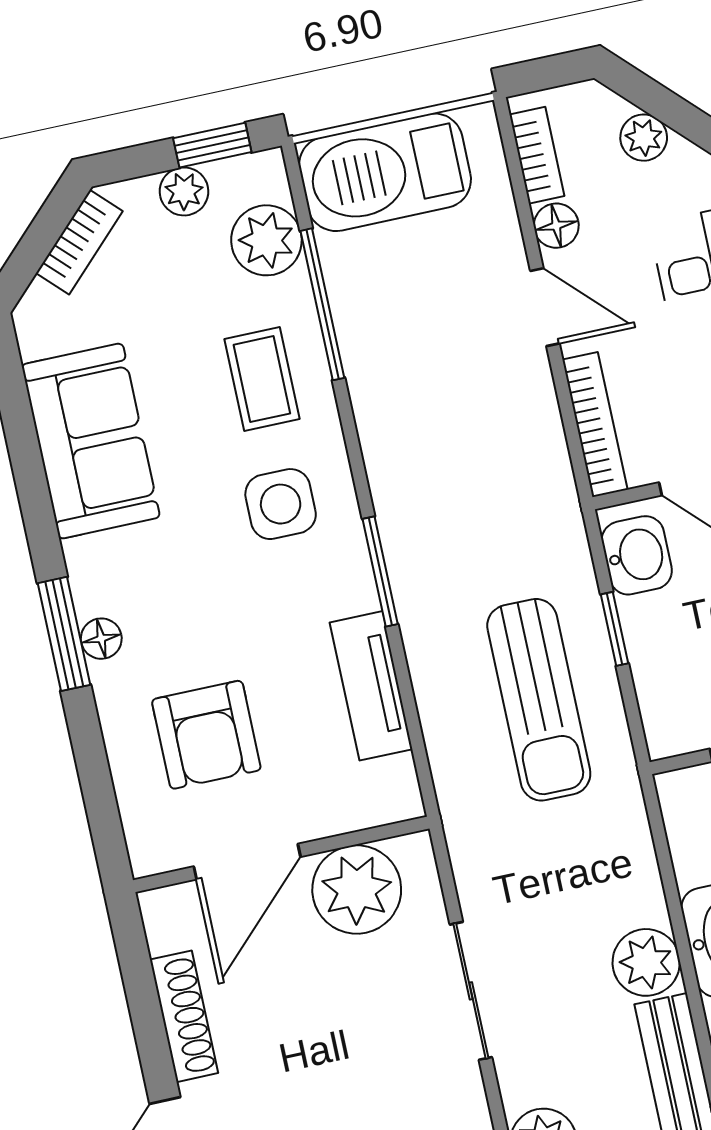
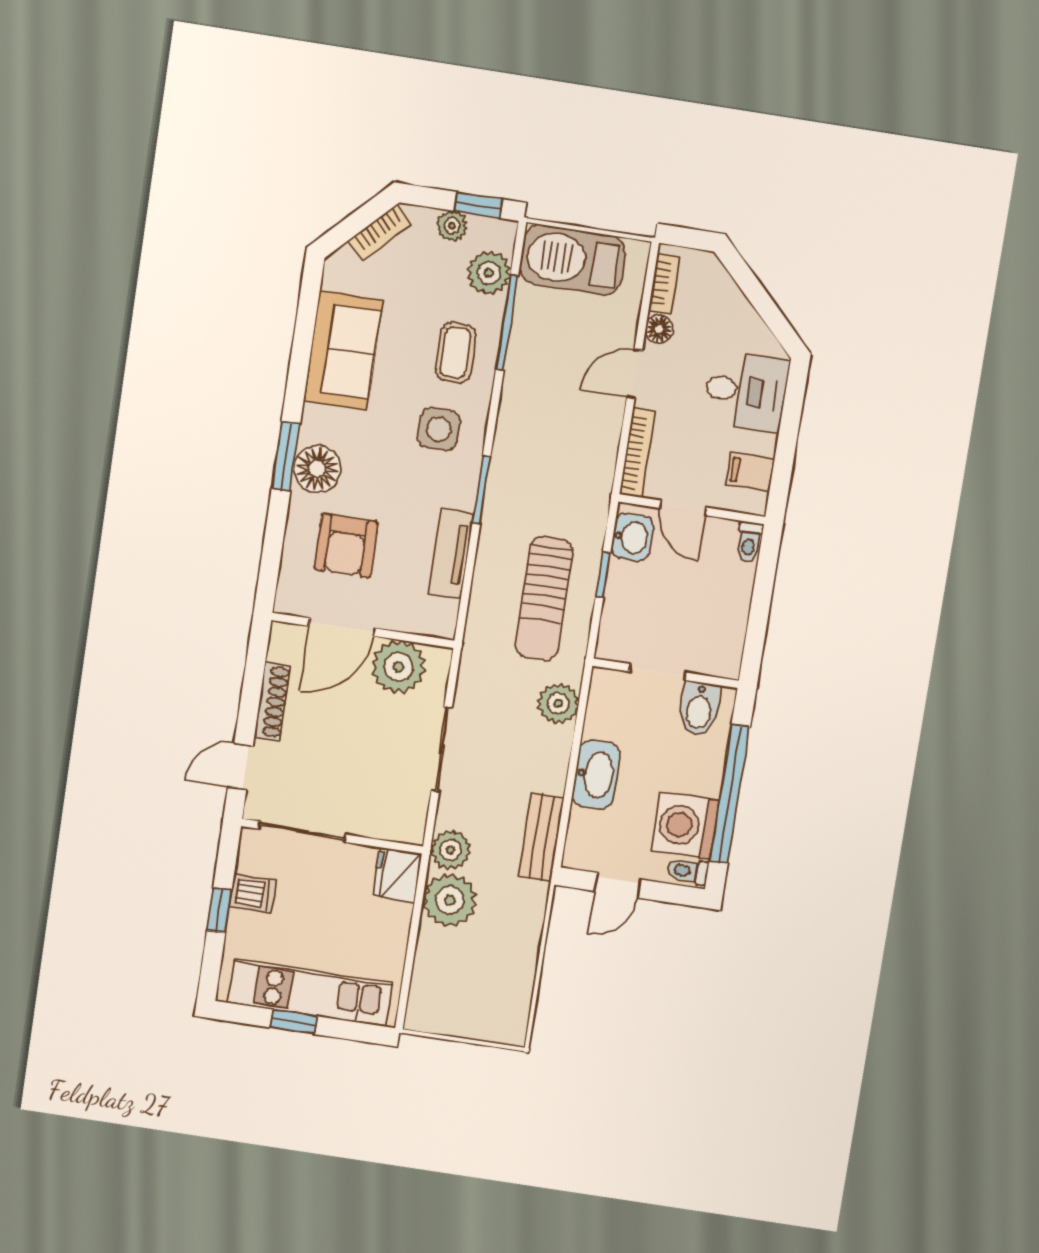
plant: (644, 138) -> (729, 297), removed
door: (545, 307) -> (635, 374), swing flipped
floor lamp: (101, 639) -> (317, 469), width x1.89, depth x1.89
plant: (646, 962) -> (558, 703), moved

